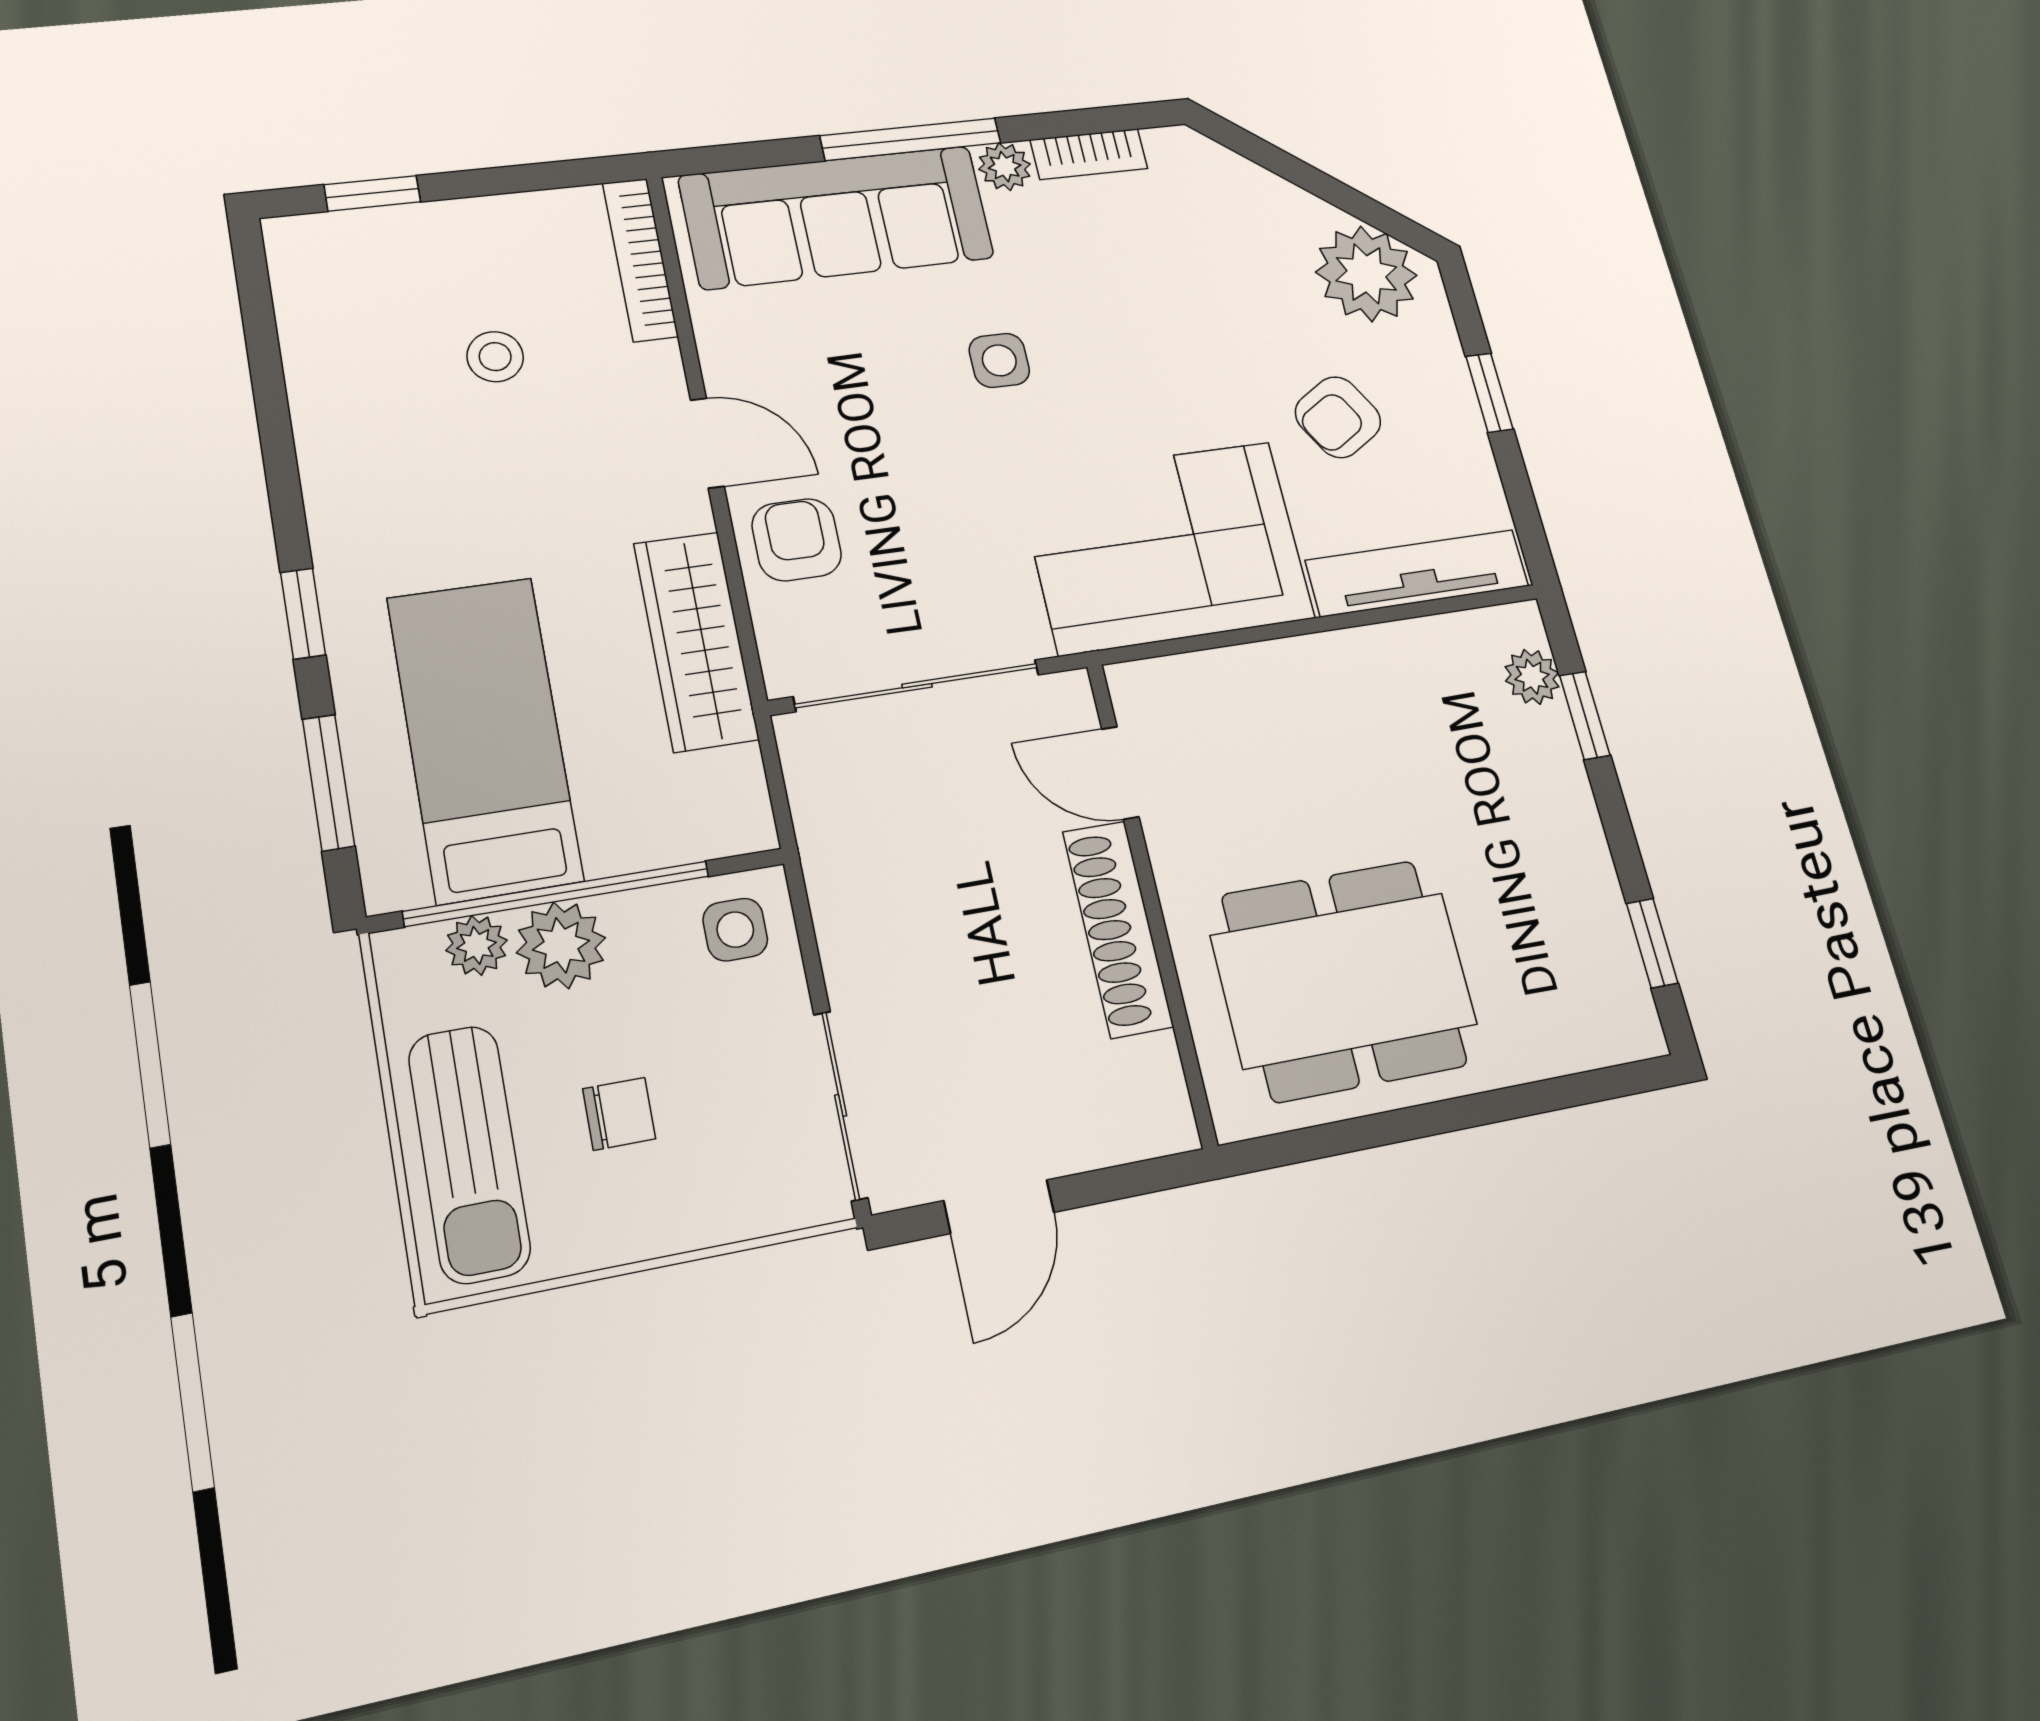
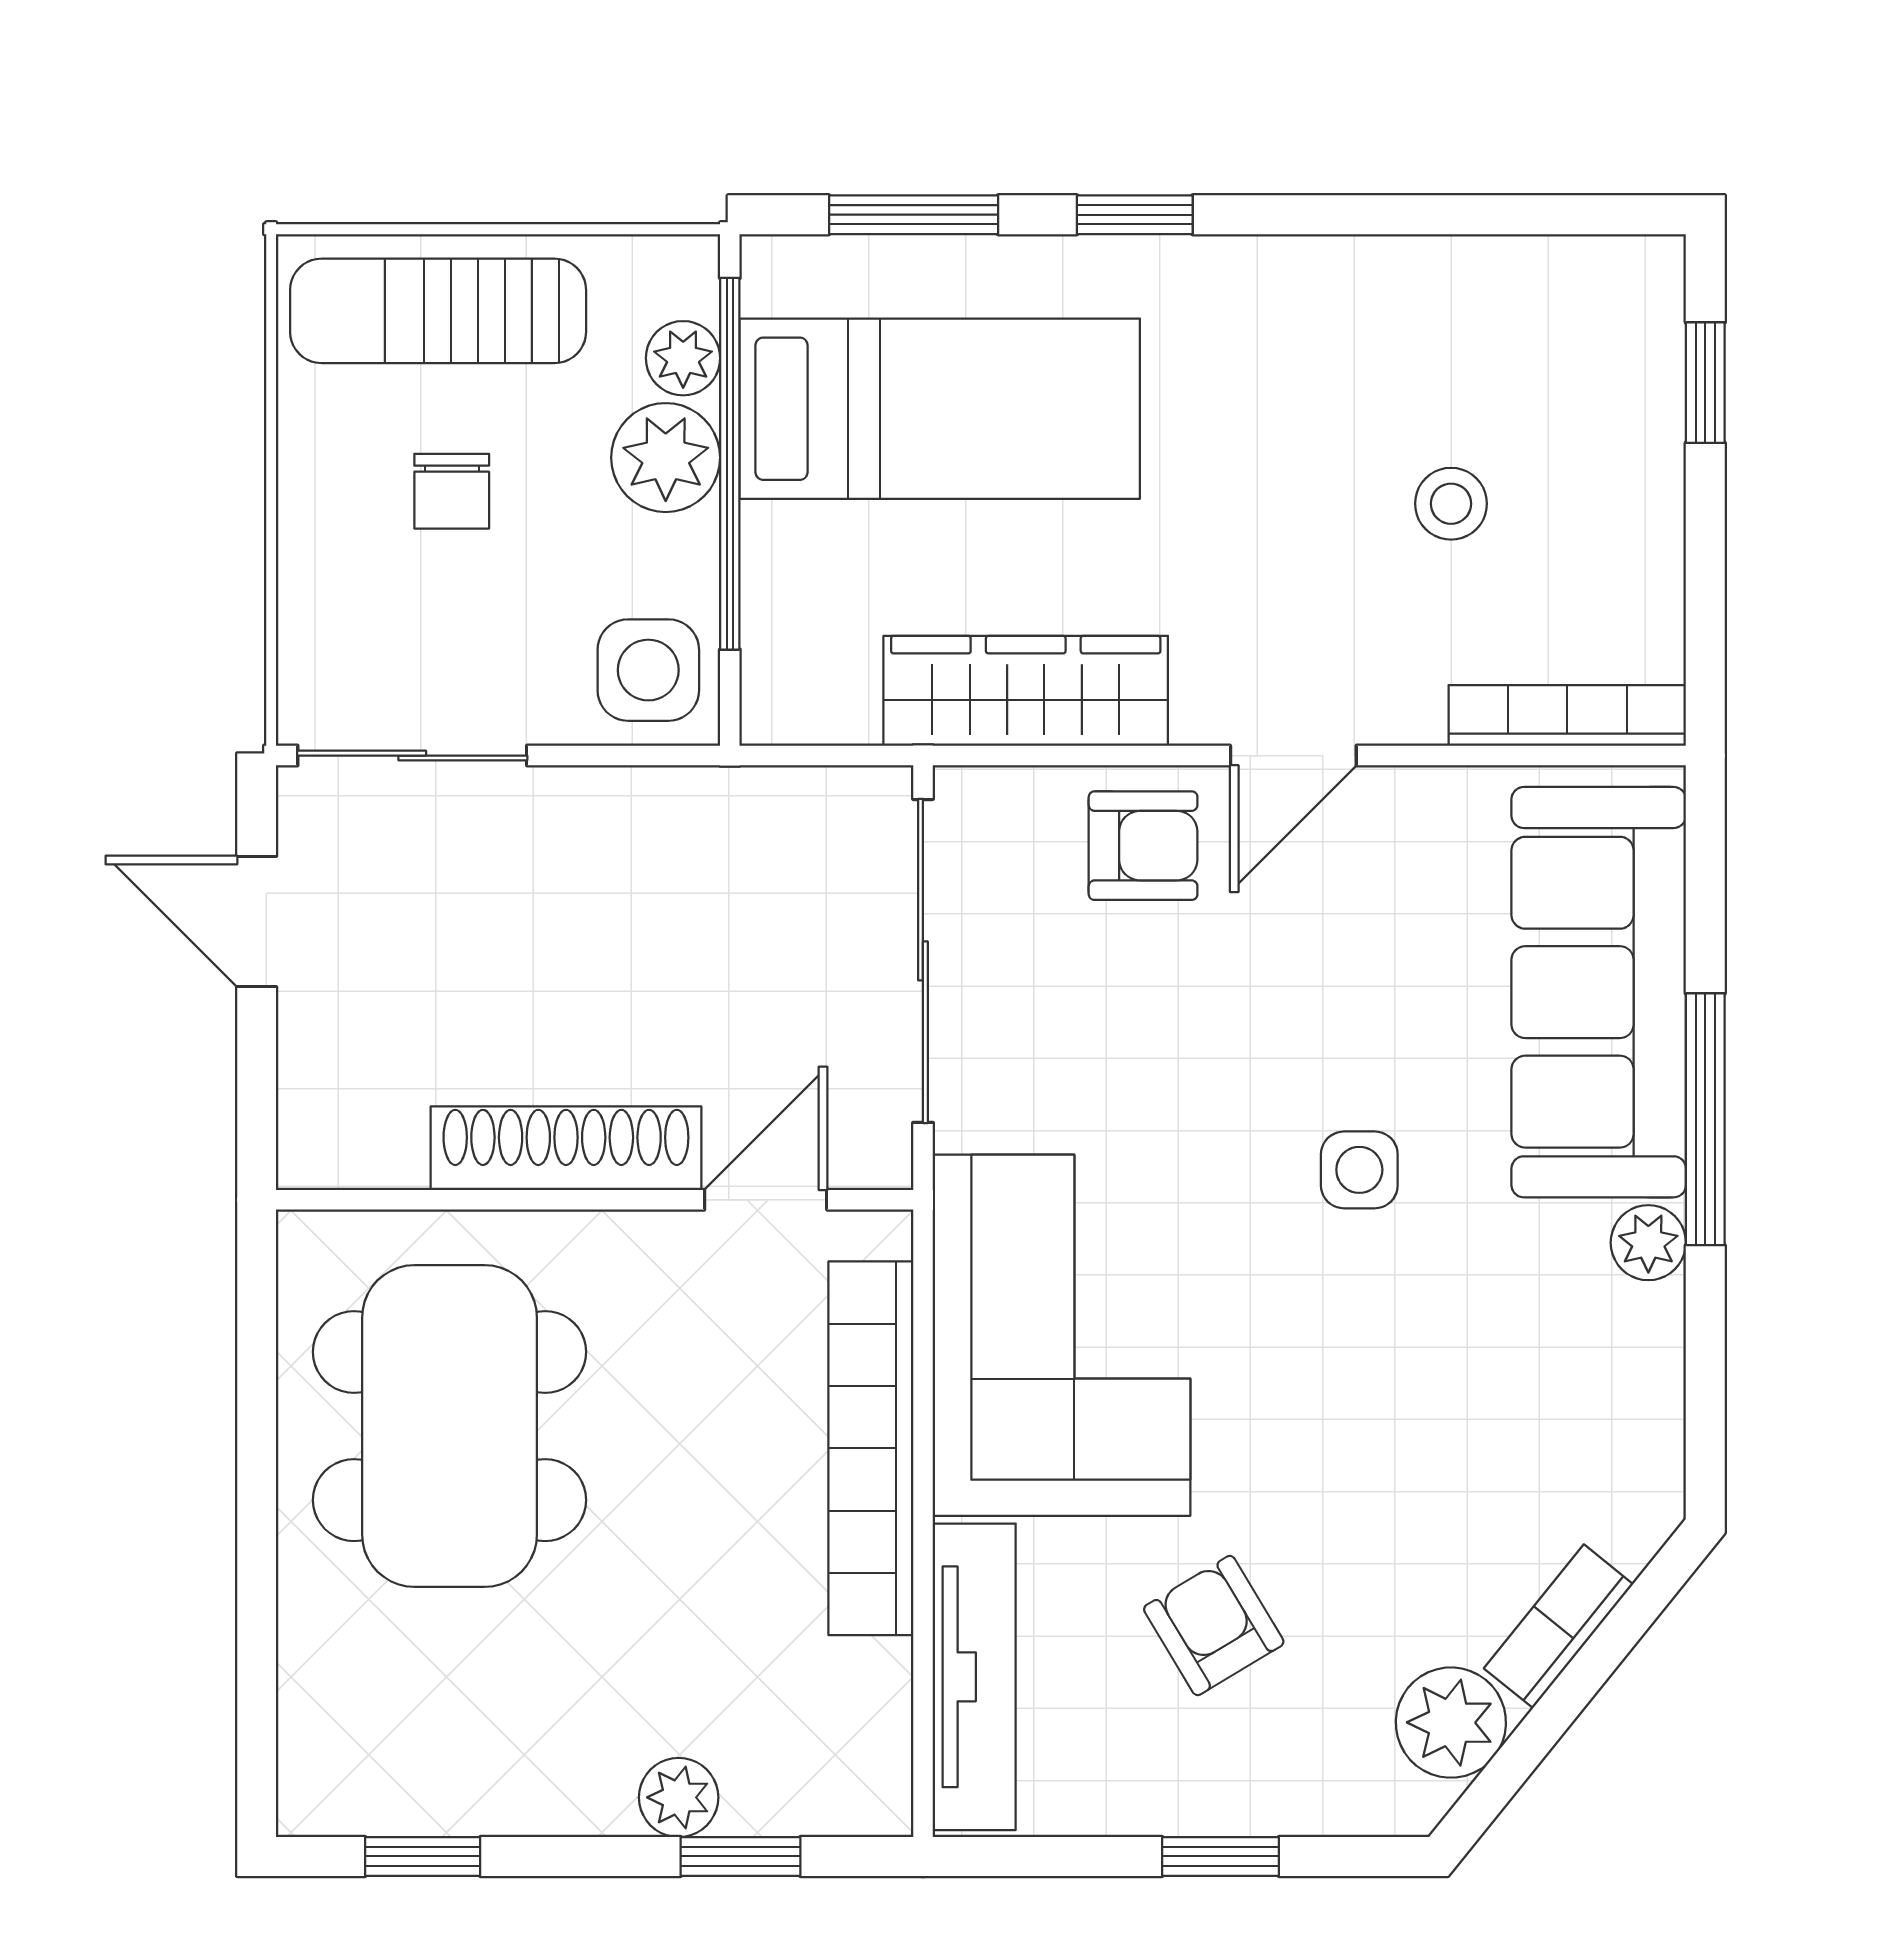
bookcase: (1089, 154) -> (1559, 1626), moved, turned 39
plant: (1366, 274) -> (1451, 1723), width x0.73, depth x0.73
bookcase: (1279, 669) -> (871, 1448), added
plant: (1532, 677) -> (679, 1797), moved
side table: (735, 930) -> (648, 670), width x1.37, depth x1.37

